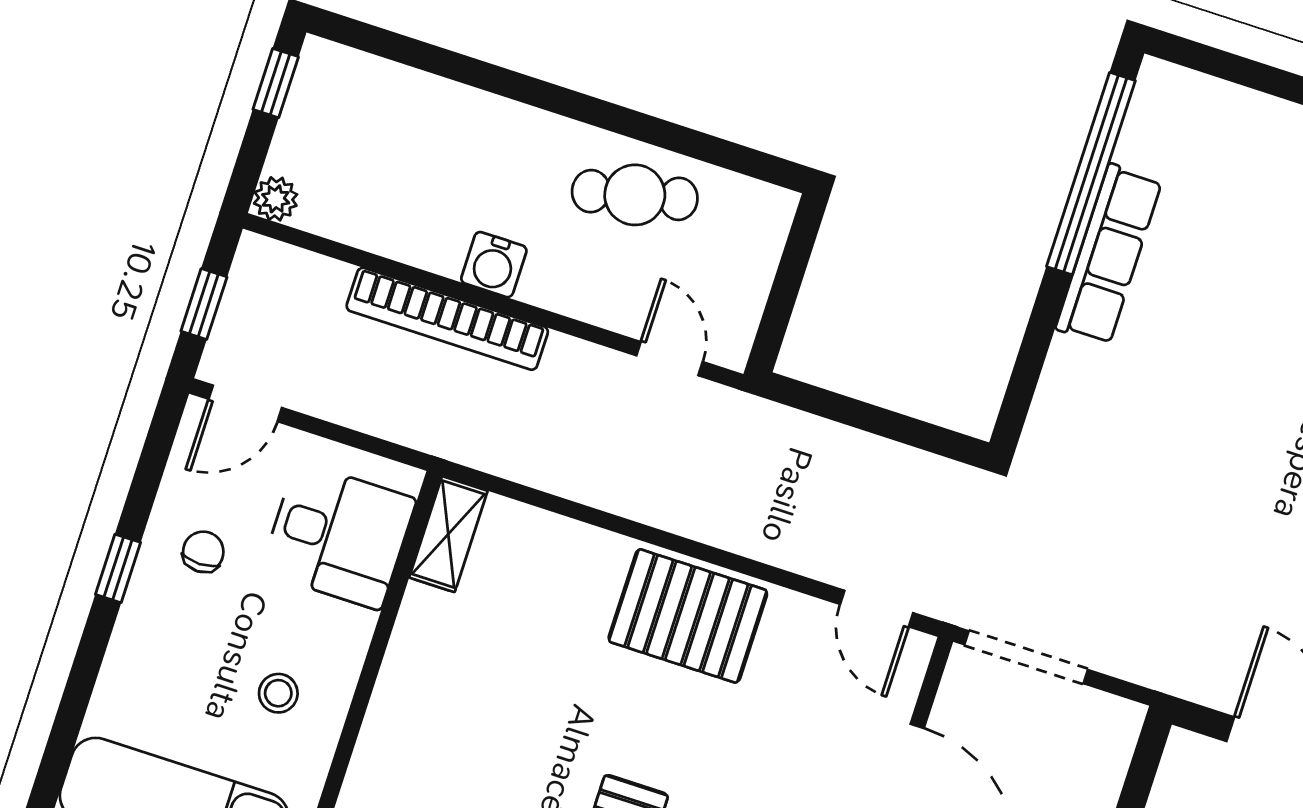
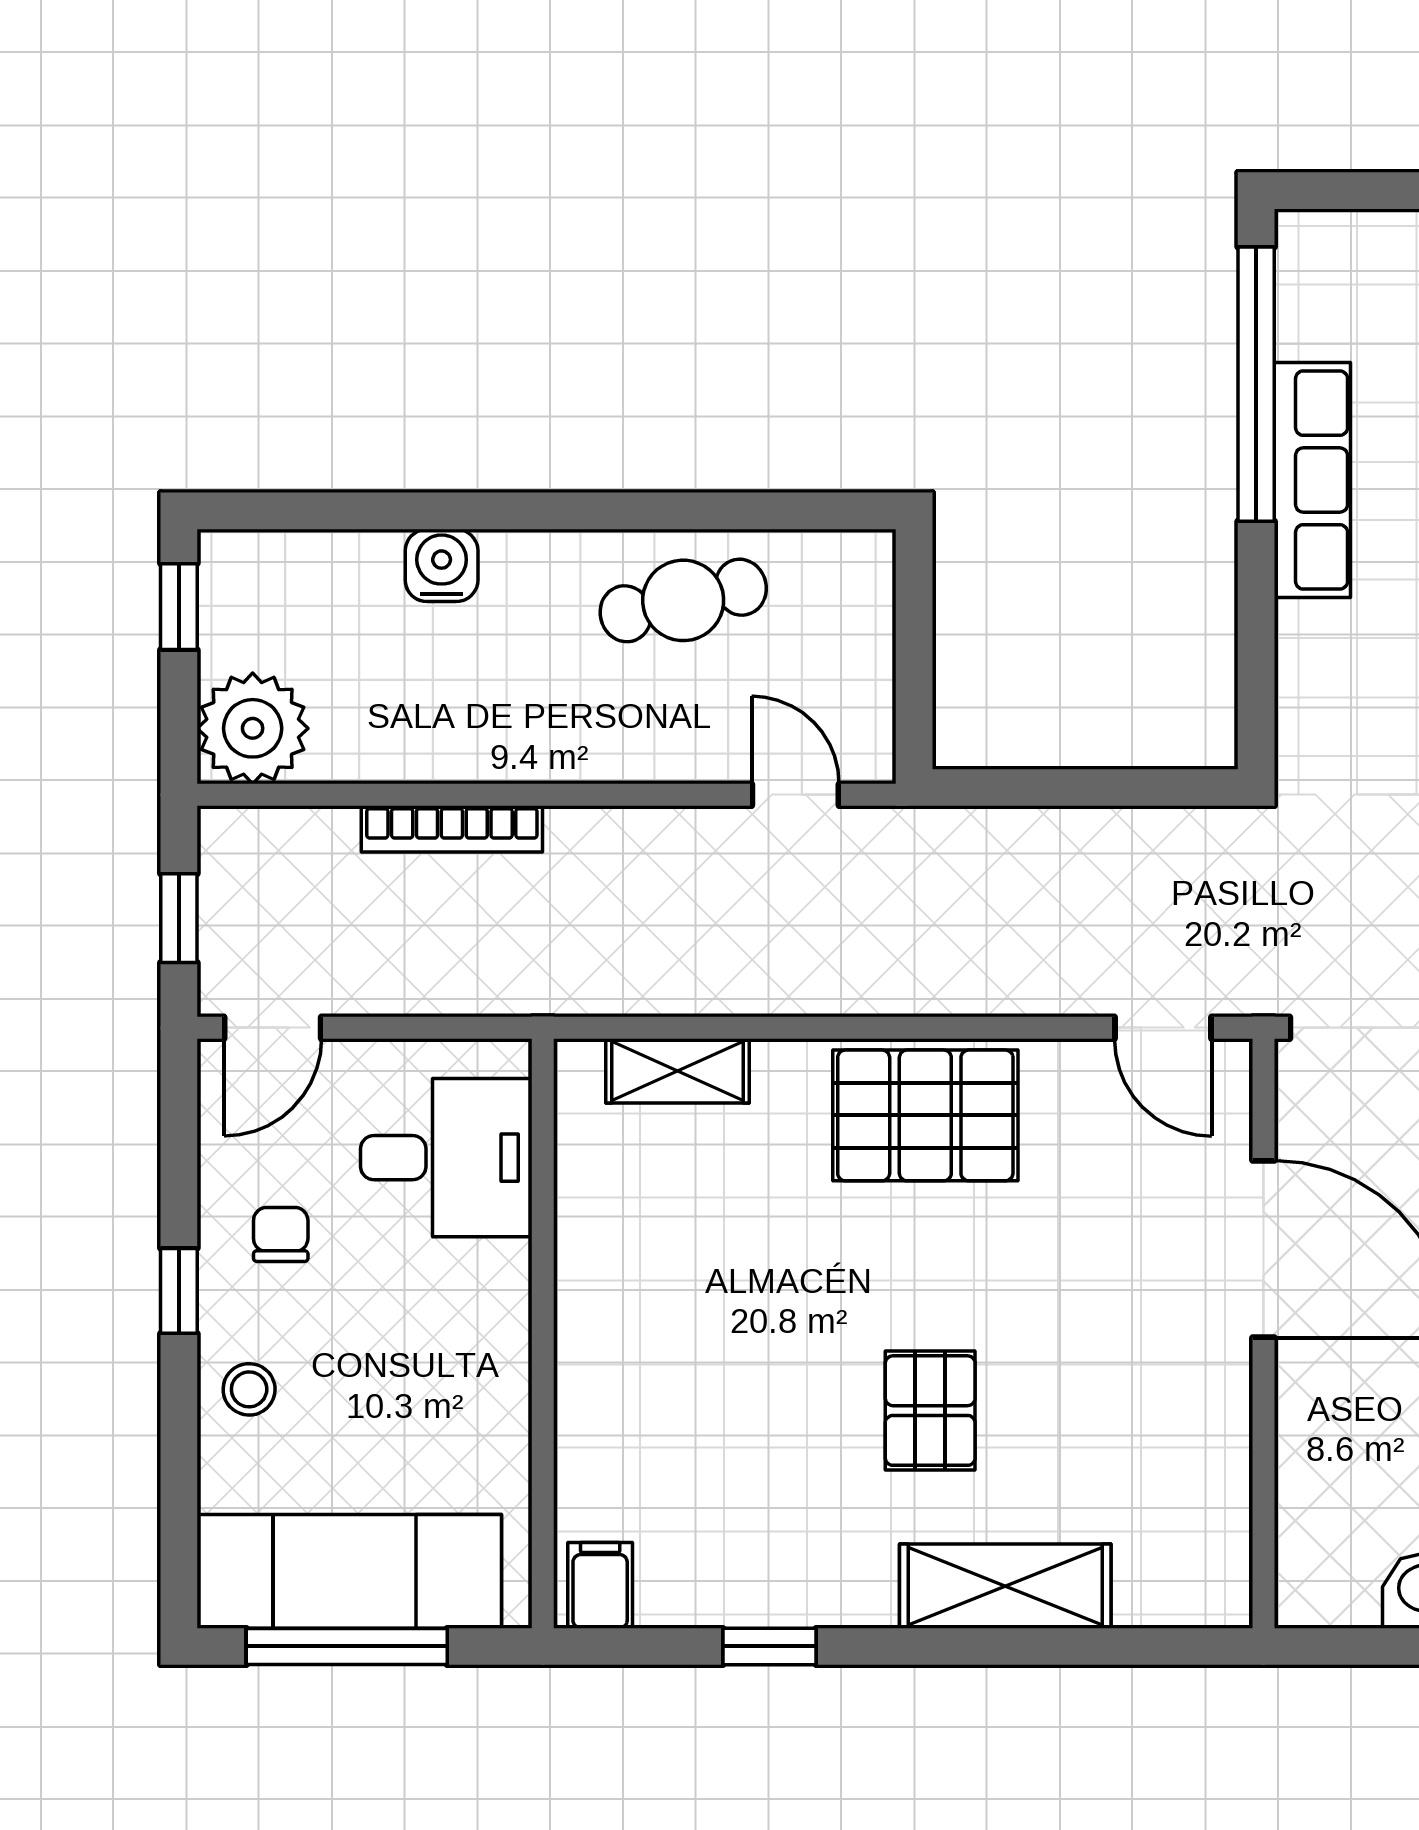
plant: (276, 199) -> (253, 728), width x1.88, depth x1.88
water cooler: (494, 265) -> (442, 565), moved, turned 180
bookcase: (447, 319) -> (452, 829), width x0.68, depth x0.76
shelving: (448, 534) -> (677, 1071), moved, turned 90
stool: (278, 693) -> (249, 1389), moved

